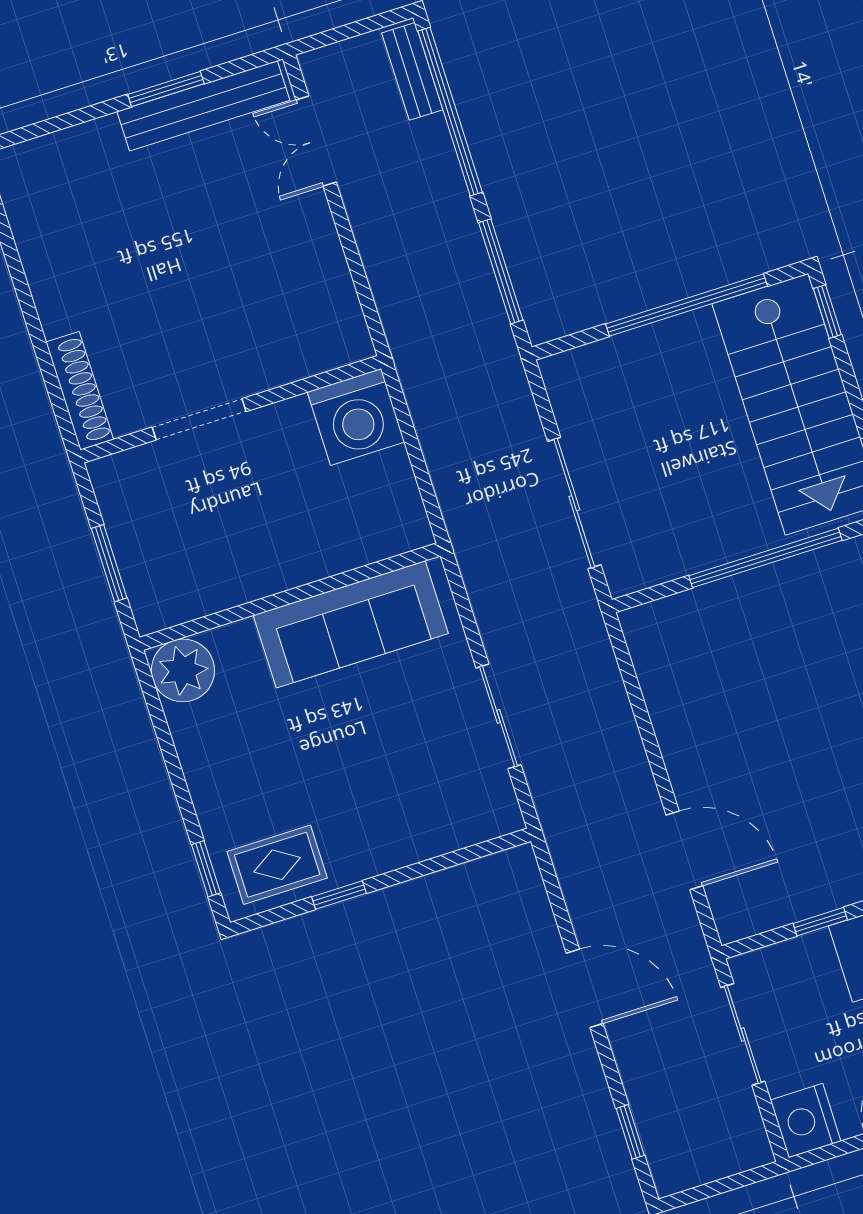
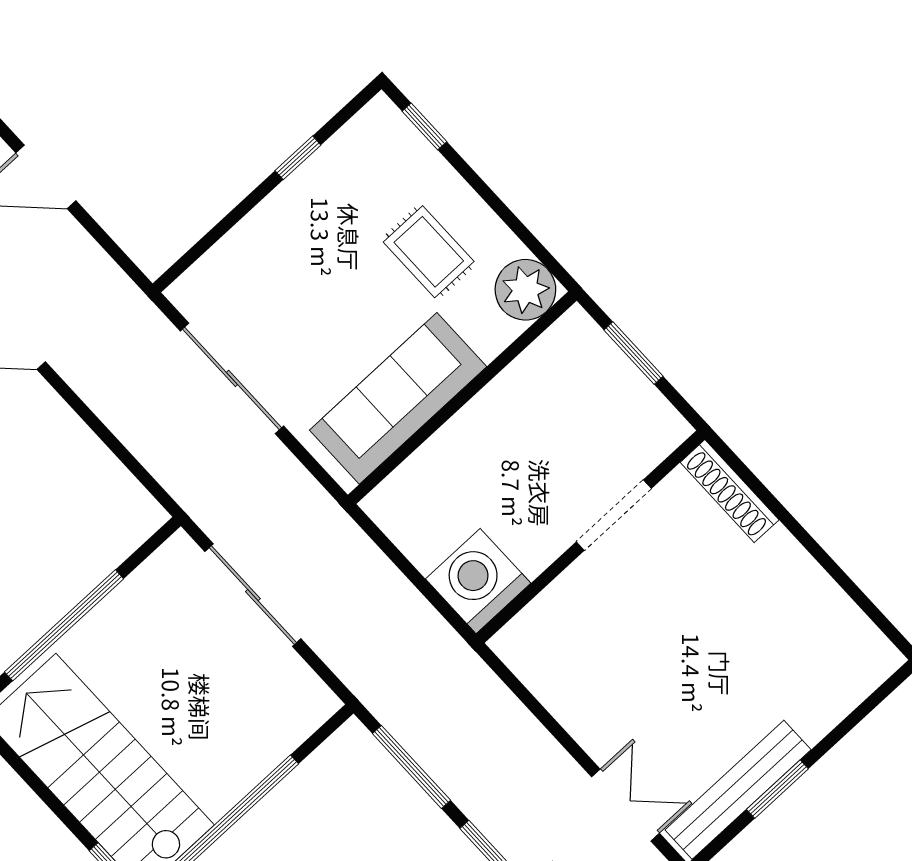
sliding door: (498, 716) -> (232, 378), width x1.37
rug: (277, 865) -> (429, 252), moved, turned 90

